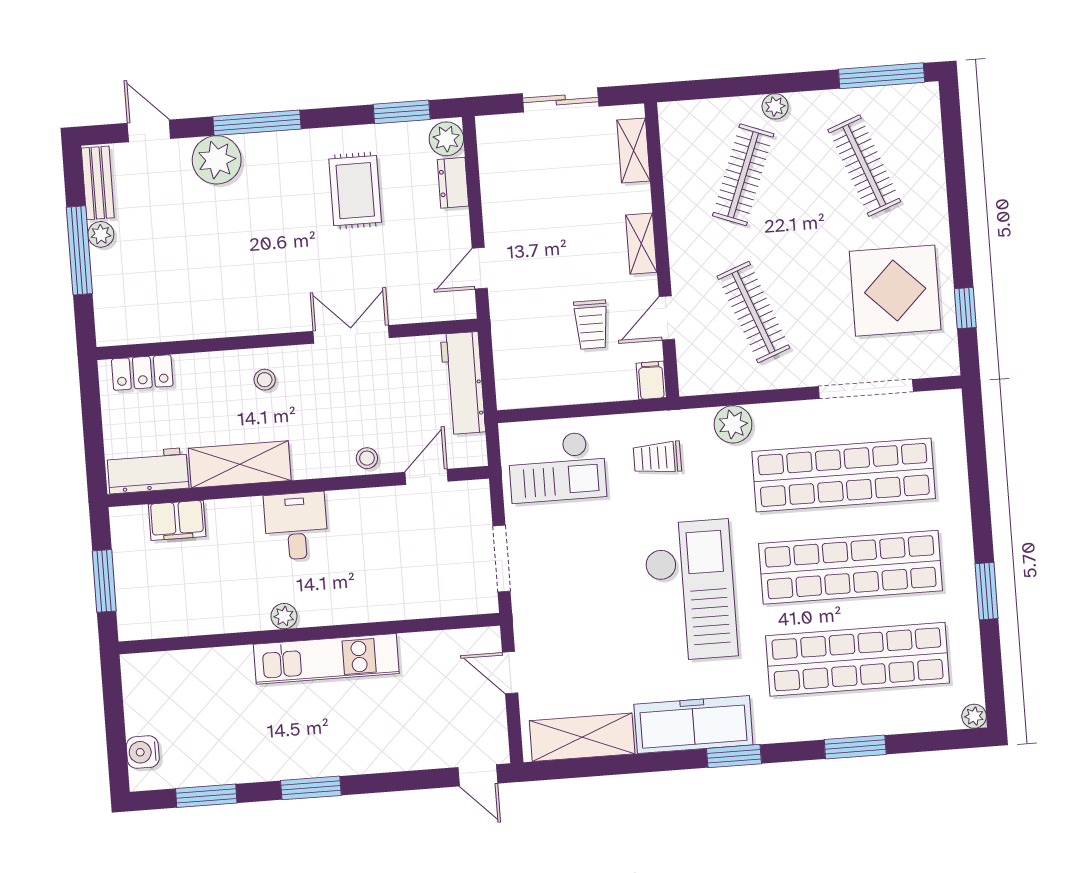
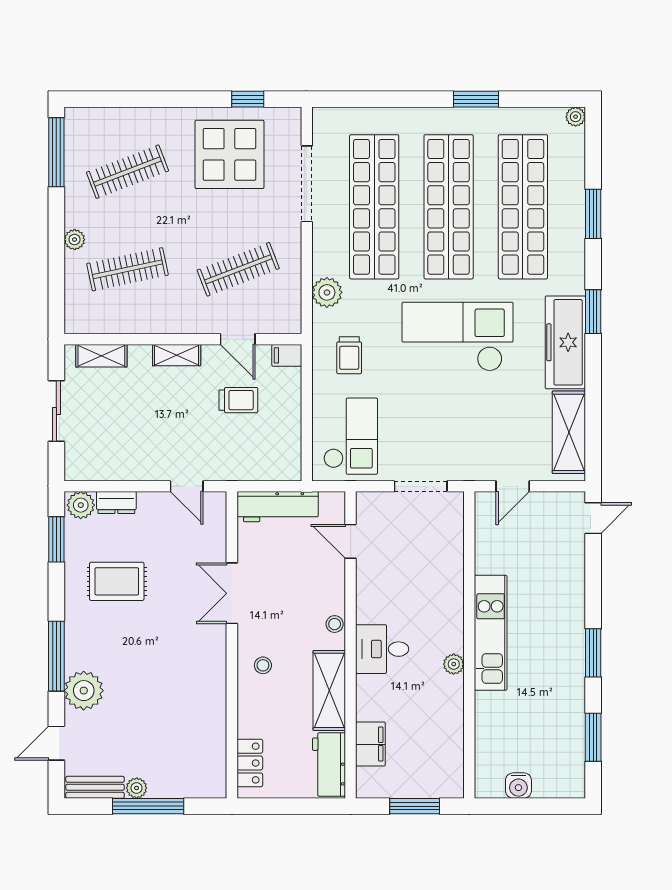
clothes rail: (743, 175) -> (127, 269), turned -33
stool: (367, 458) -> (335, 624), moved
water cooler: (143, 752) -> (518, 786), moved

